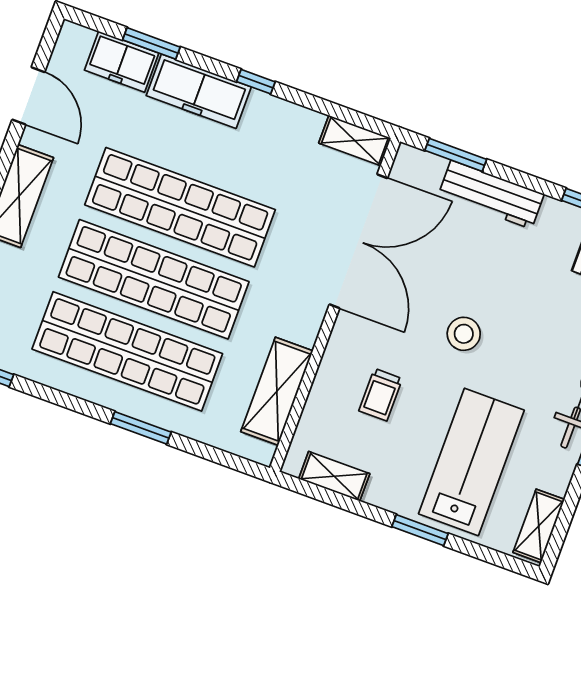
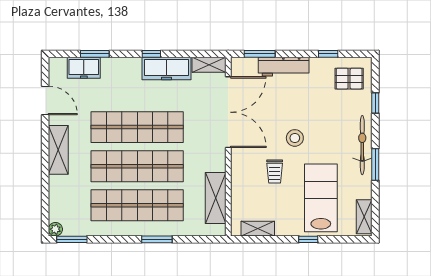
freezer: (199, 91) -> (167, 68), moved
trolley: (381, 395) -> (275, 172), moved
window: (420, 530) -> (308, 239), width x0.67

